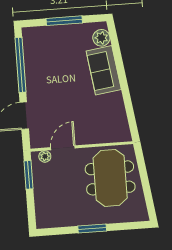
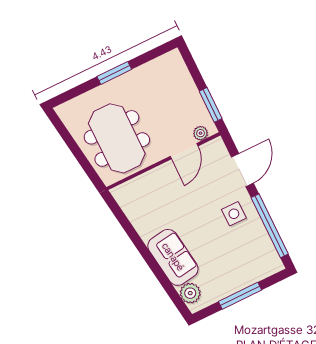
side table: (44, 85) -> (234, 214), added

